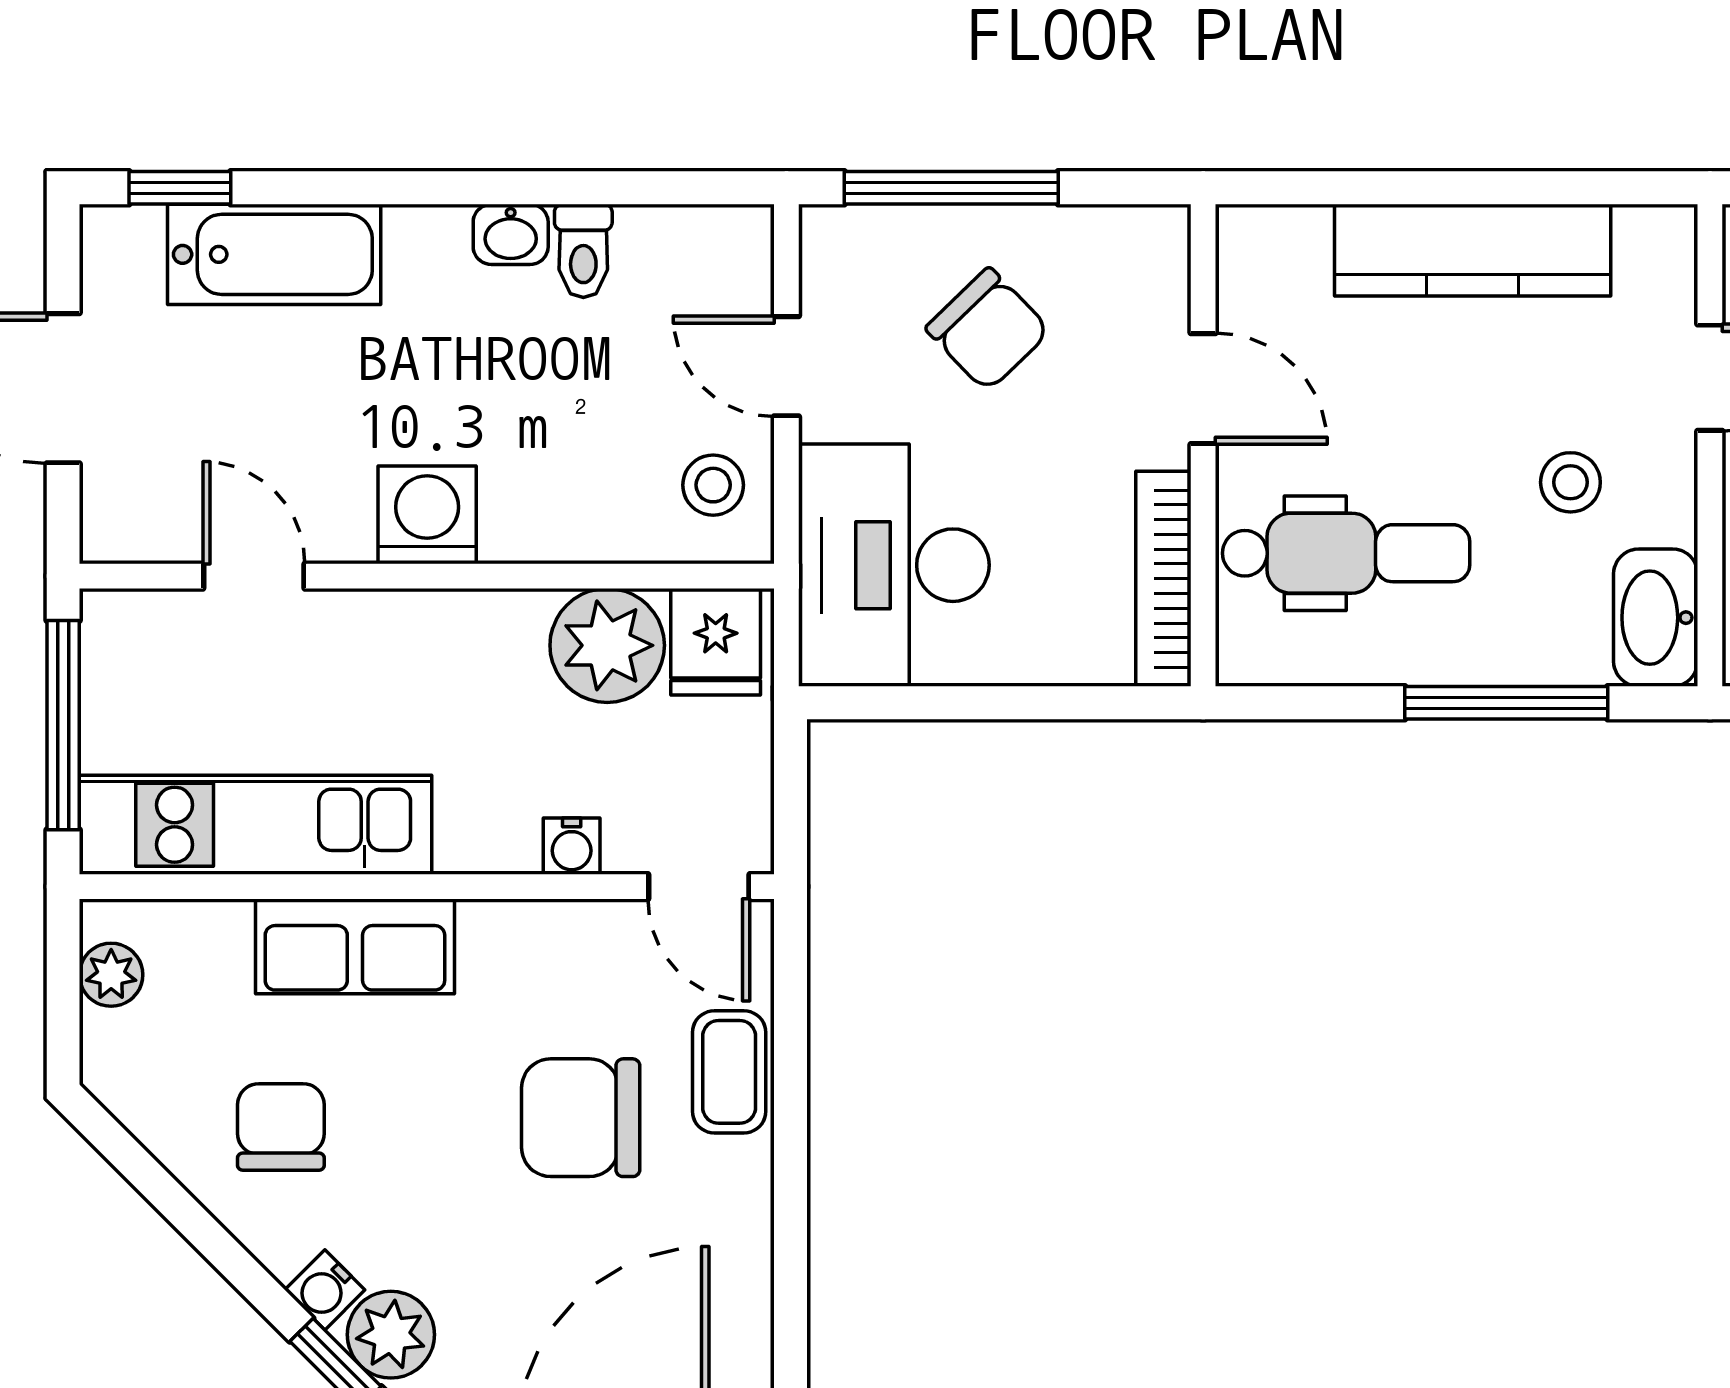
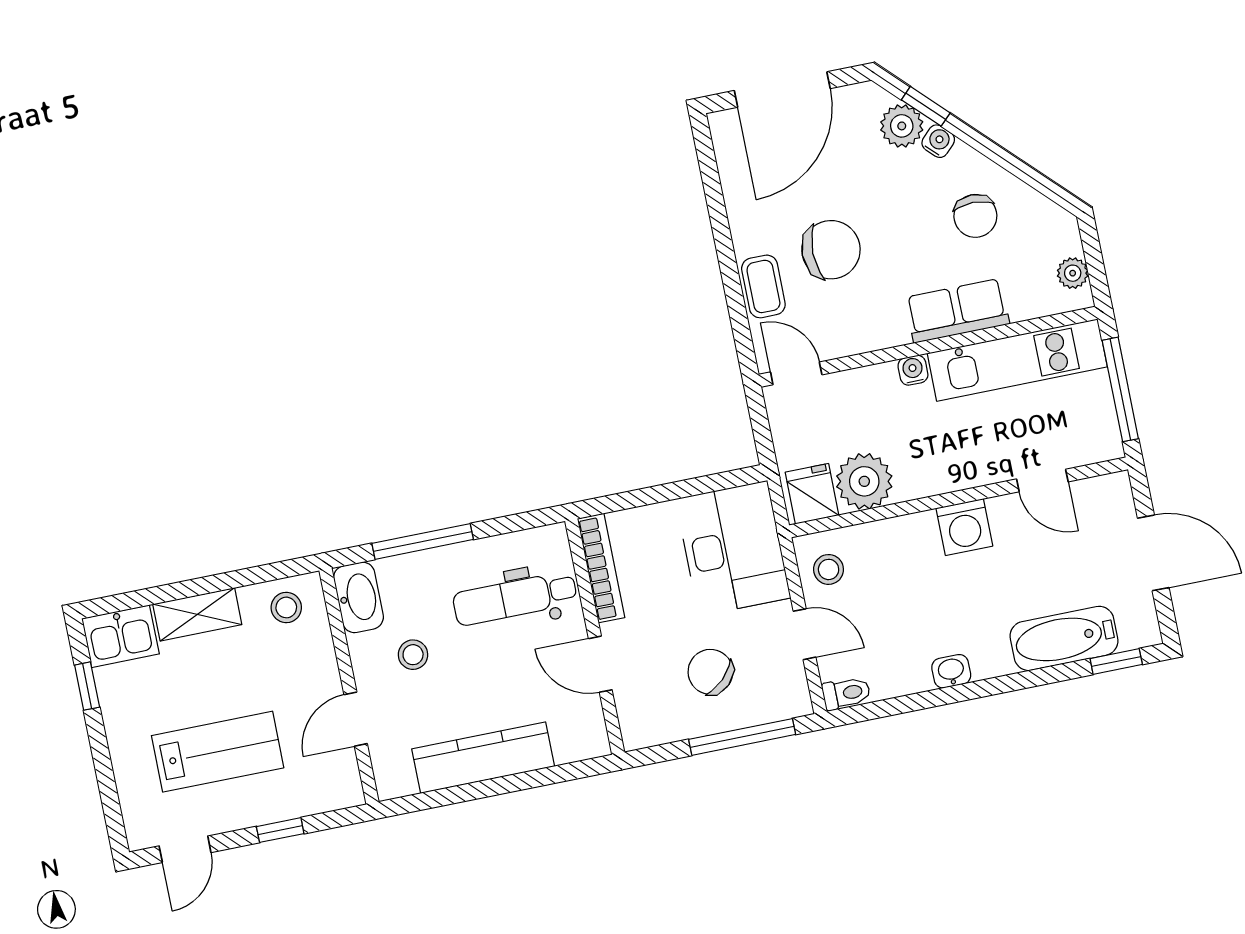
toilet: (583, 251) -> (846, 693), moved, turned 90
water cooler: (572, 846) -> (913, 370), moved

